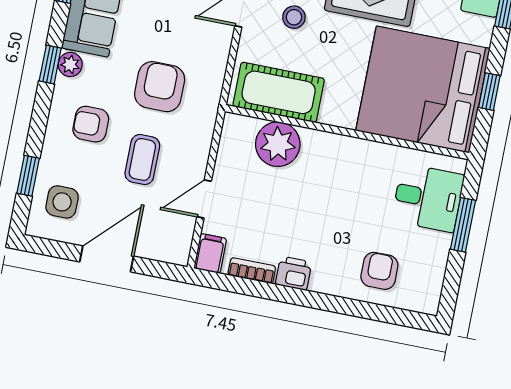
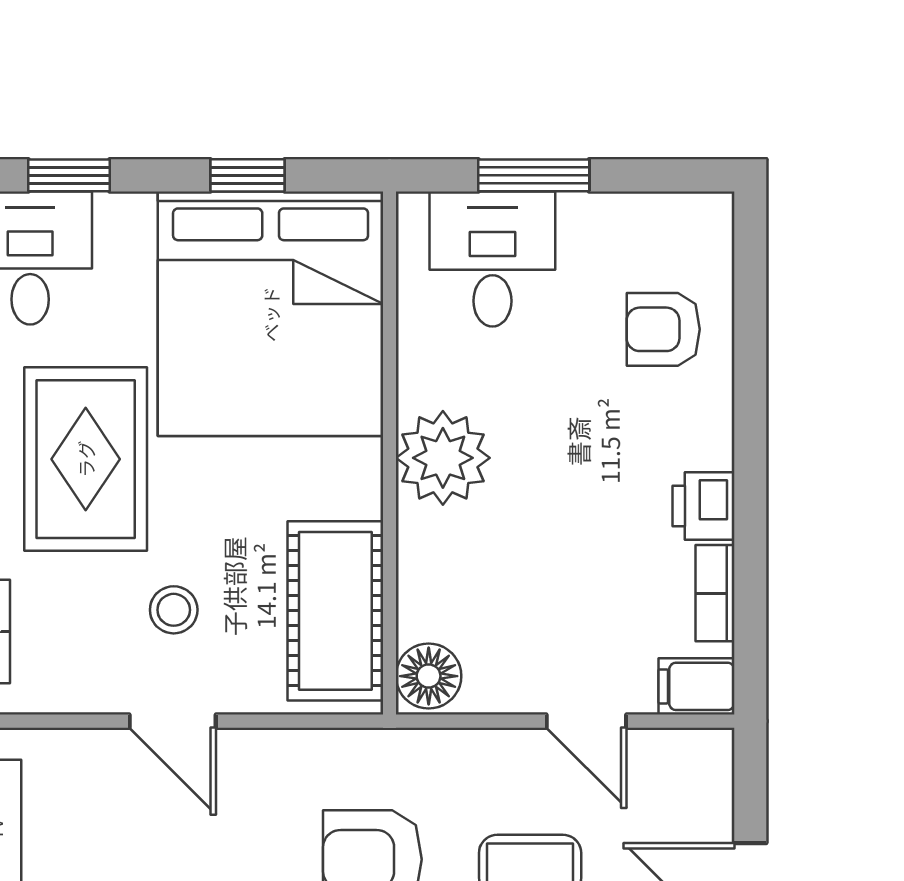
floor lamp: (240, 130) -> (429, 676), added
plant: (278, 144) -> (443, 458), moved

